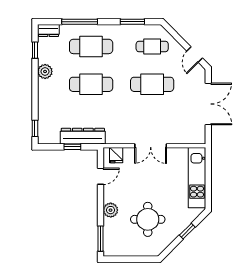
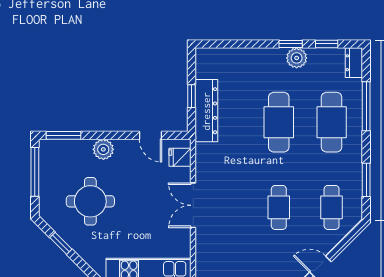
cafe table: (152, 84) -> (279, 207), width x0.73, depth x0.74
window: (35, 128) -> (291, 44), moved
window: (187, 231) -> (61, 243), moved
window: (127, 259) -> (35, 172), added

